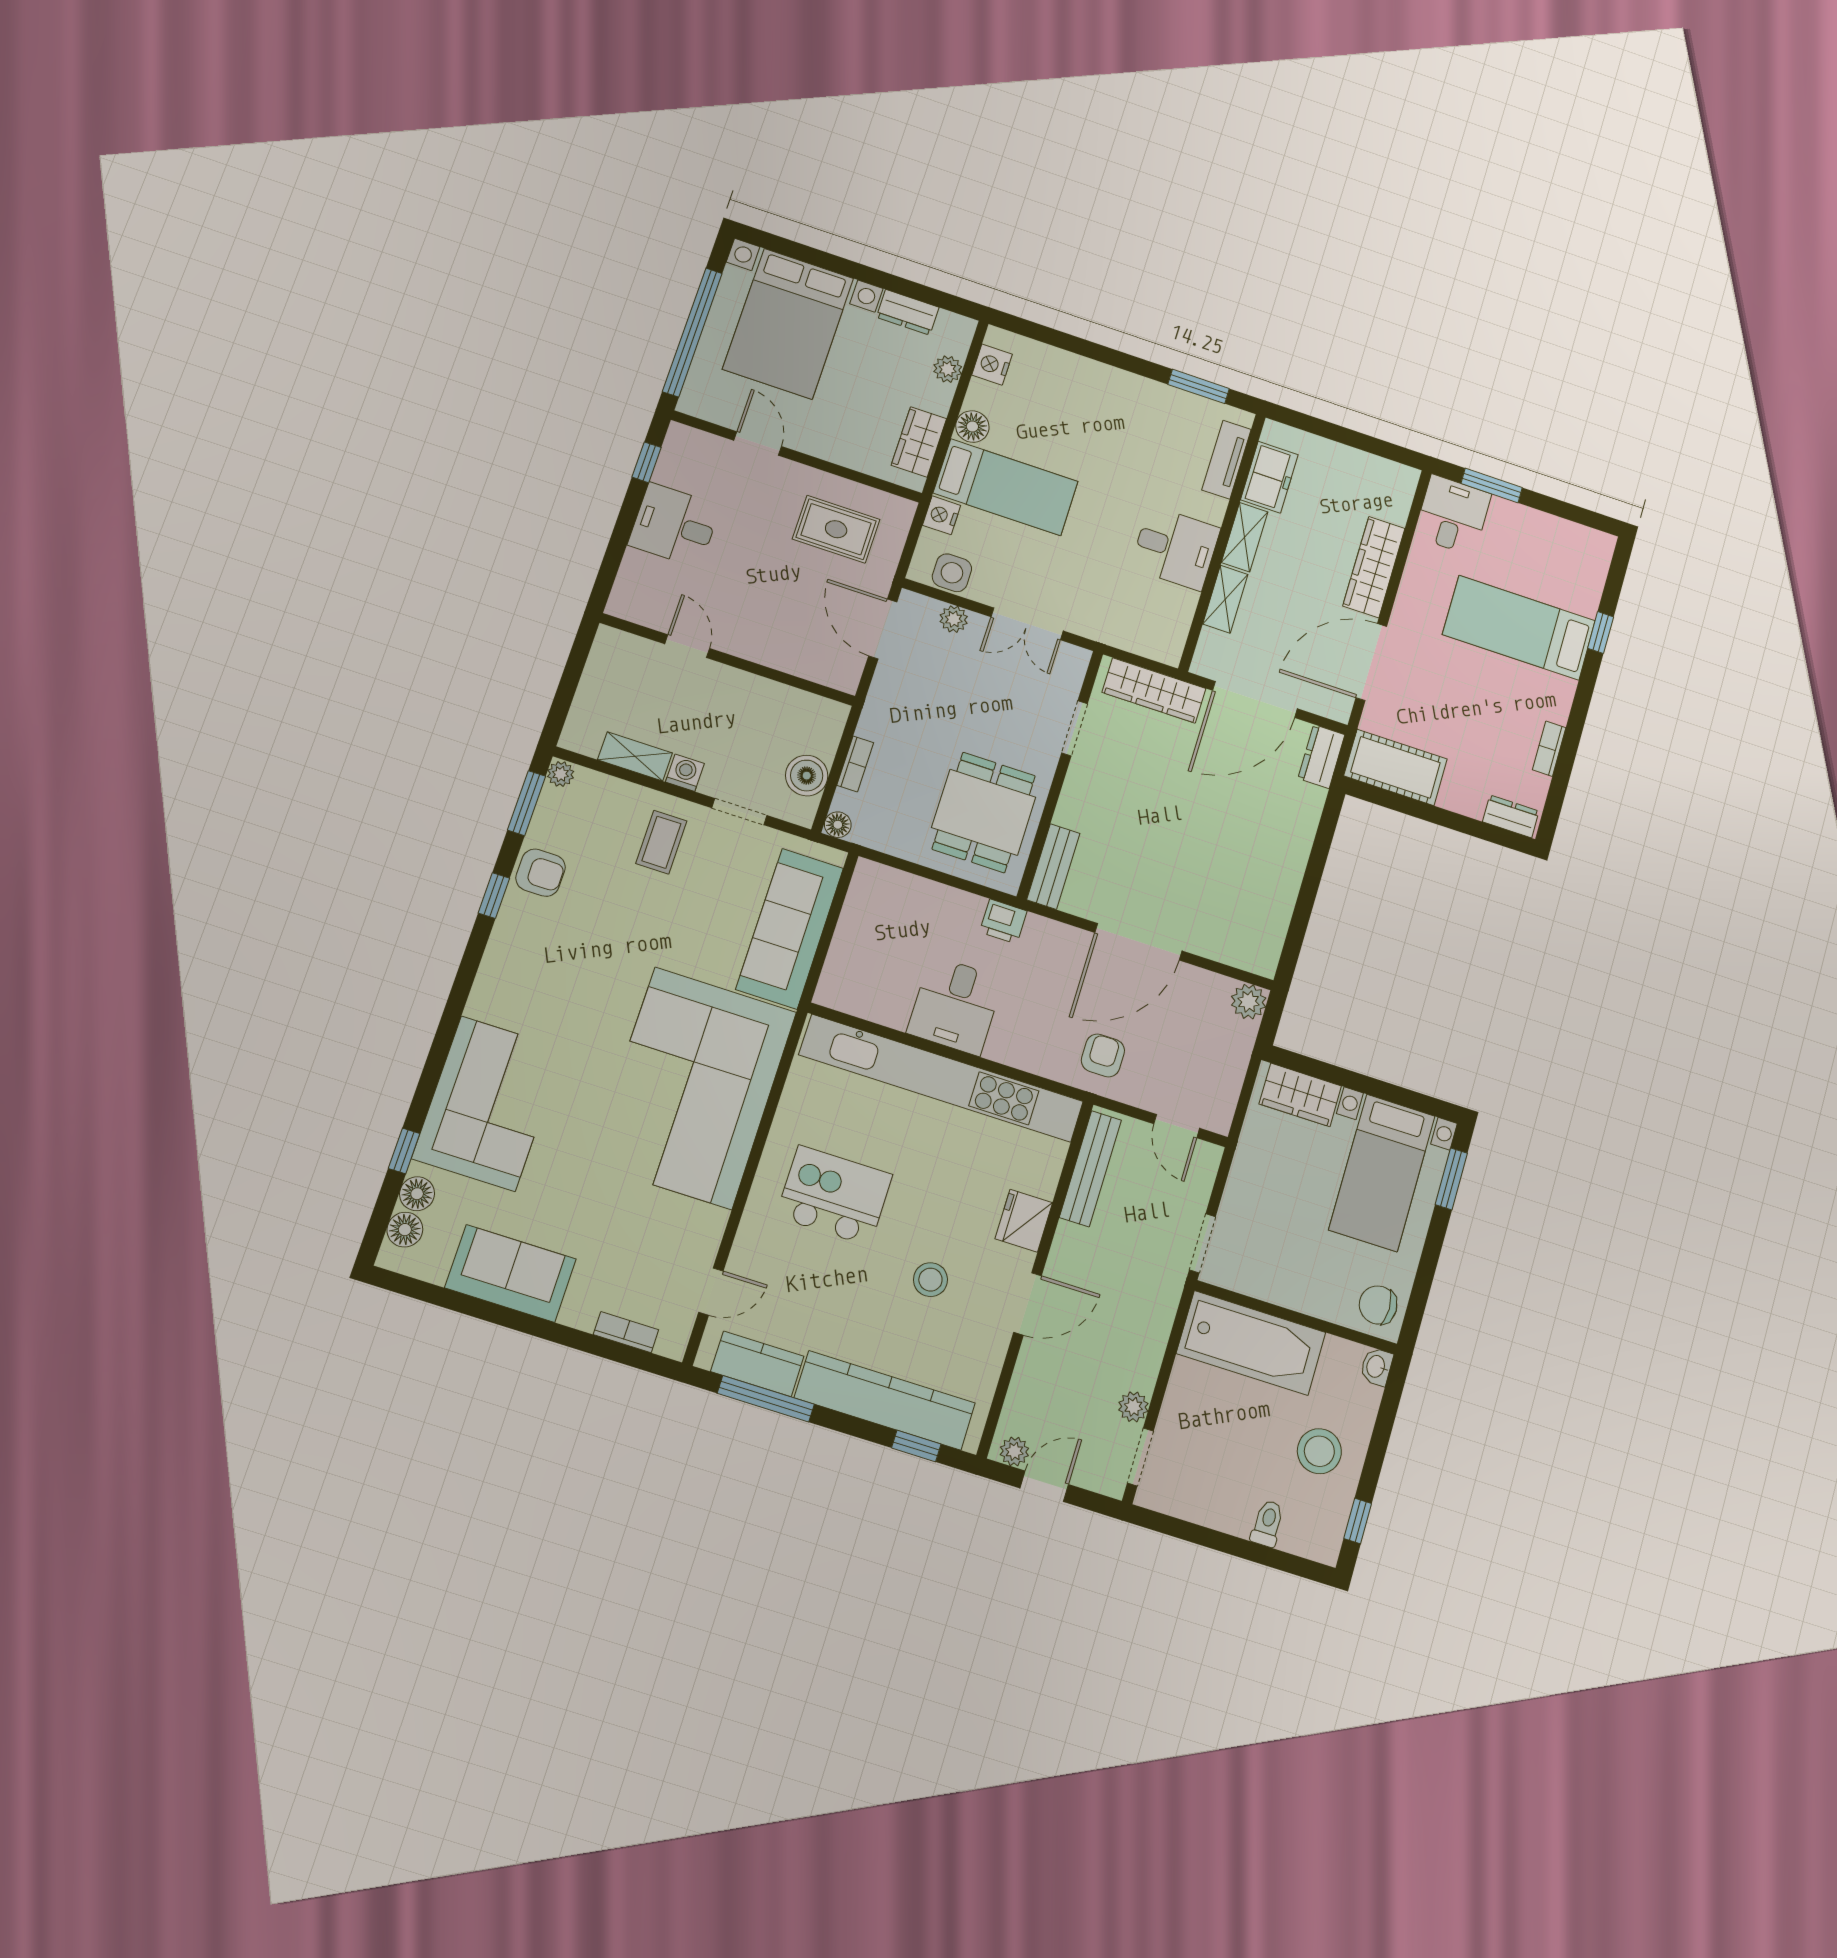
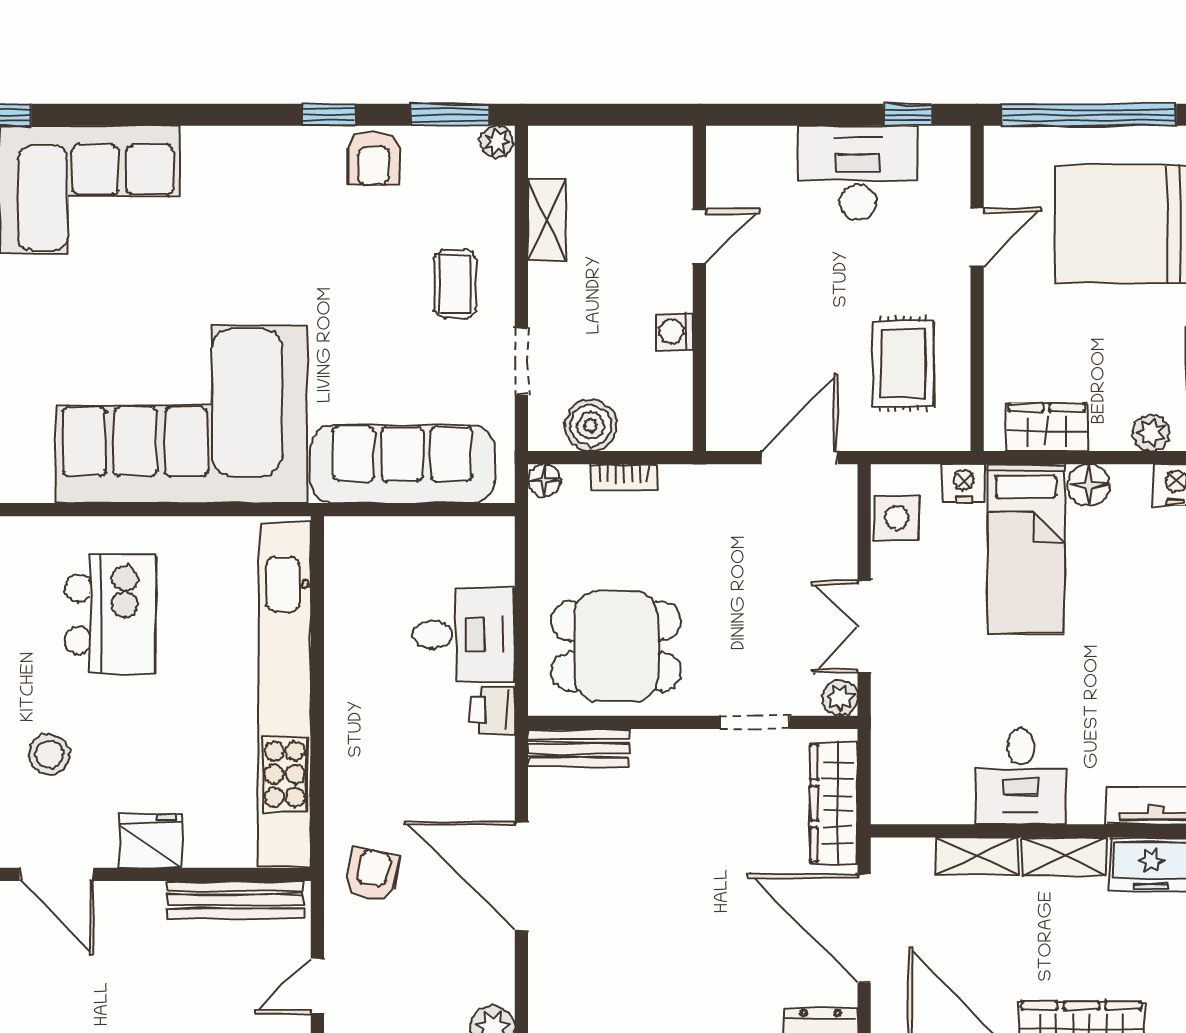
desk: (674, 525) -> (858, 173), width x1.37
plant: (954, 619) -> (840, 698), moved
washing machine: (685, 773) -> (674, 332), moved, turned 180
coffee table: (661, 842) -> (455, 284), turned 90
desk: (955, 1006) -> (464, 635), moved, turned 180
armchair: (1103, 1055) -> (372, 875), turned -77

